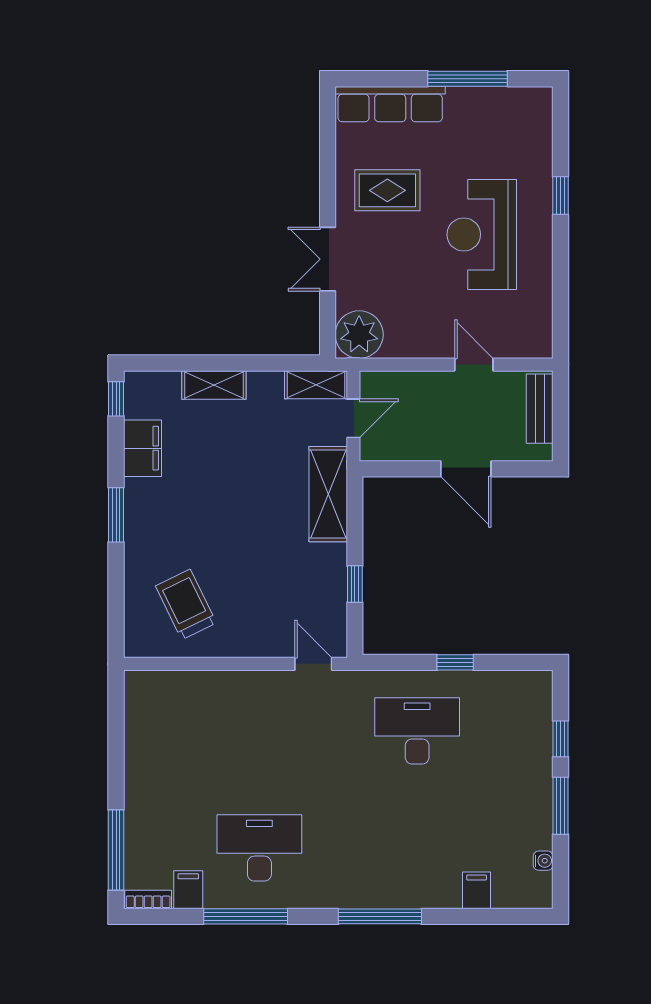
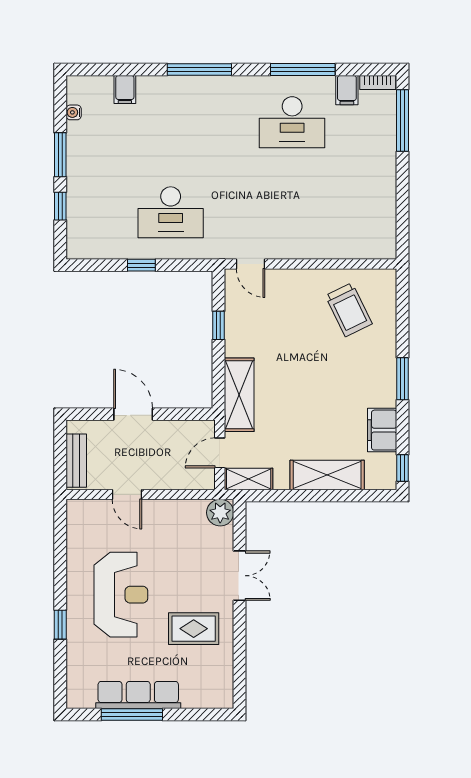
row of seats: (390, 104) -> (138, 695), moved
plant: (359, 335) -> (220, 513), width x0.73, depth x0.73
shelving: (214, 385) -> (327, 475), width x1.50, depth x1.33

